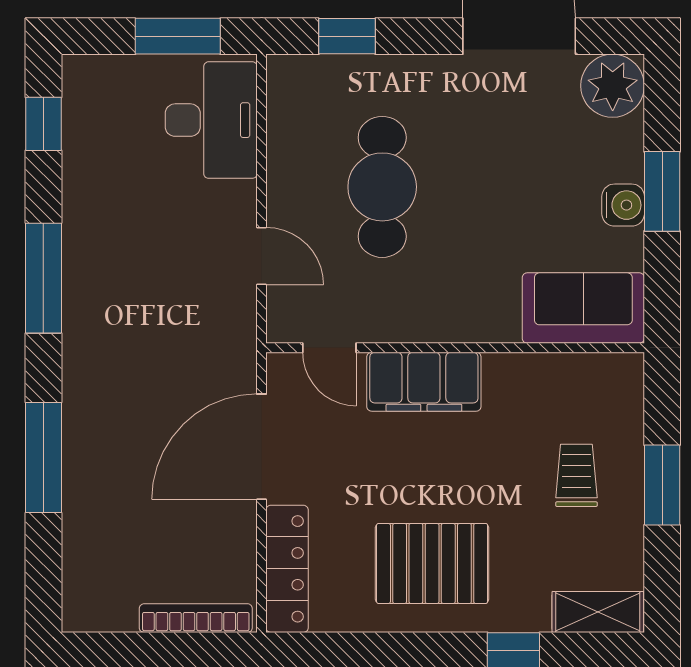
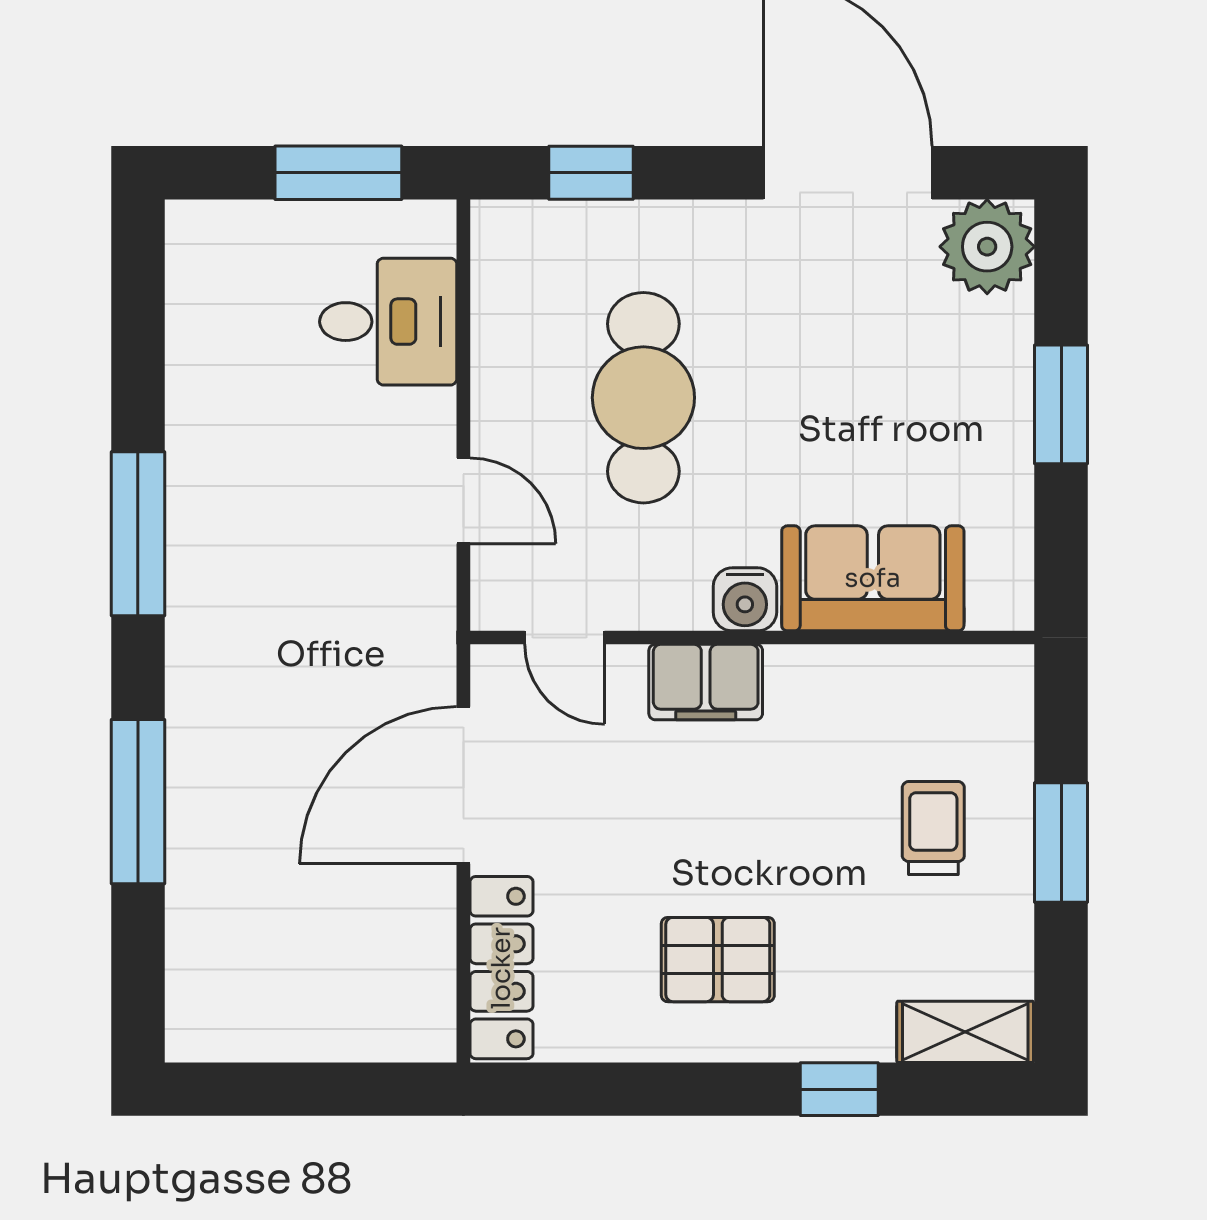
desk: (211, 120) -> (388, 322), width x0.73
window: (43, 124) -> (138, 304), removed
water cooler: (623, 205) -> (745, 599), moved, turned 90
sofa: (583, 308) -> (873, 578), moved
filing cabinet: (424, 382) -> (706, 682), width x0.67, depth x0.86
pallet: (432, 563) -> (718, 960), width x0.67, depth x0.71
bookcase: (196, 618) -> (365, 1041), removed

